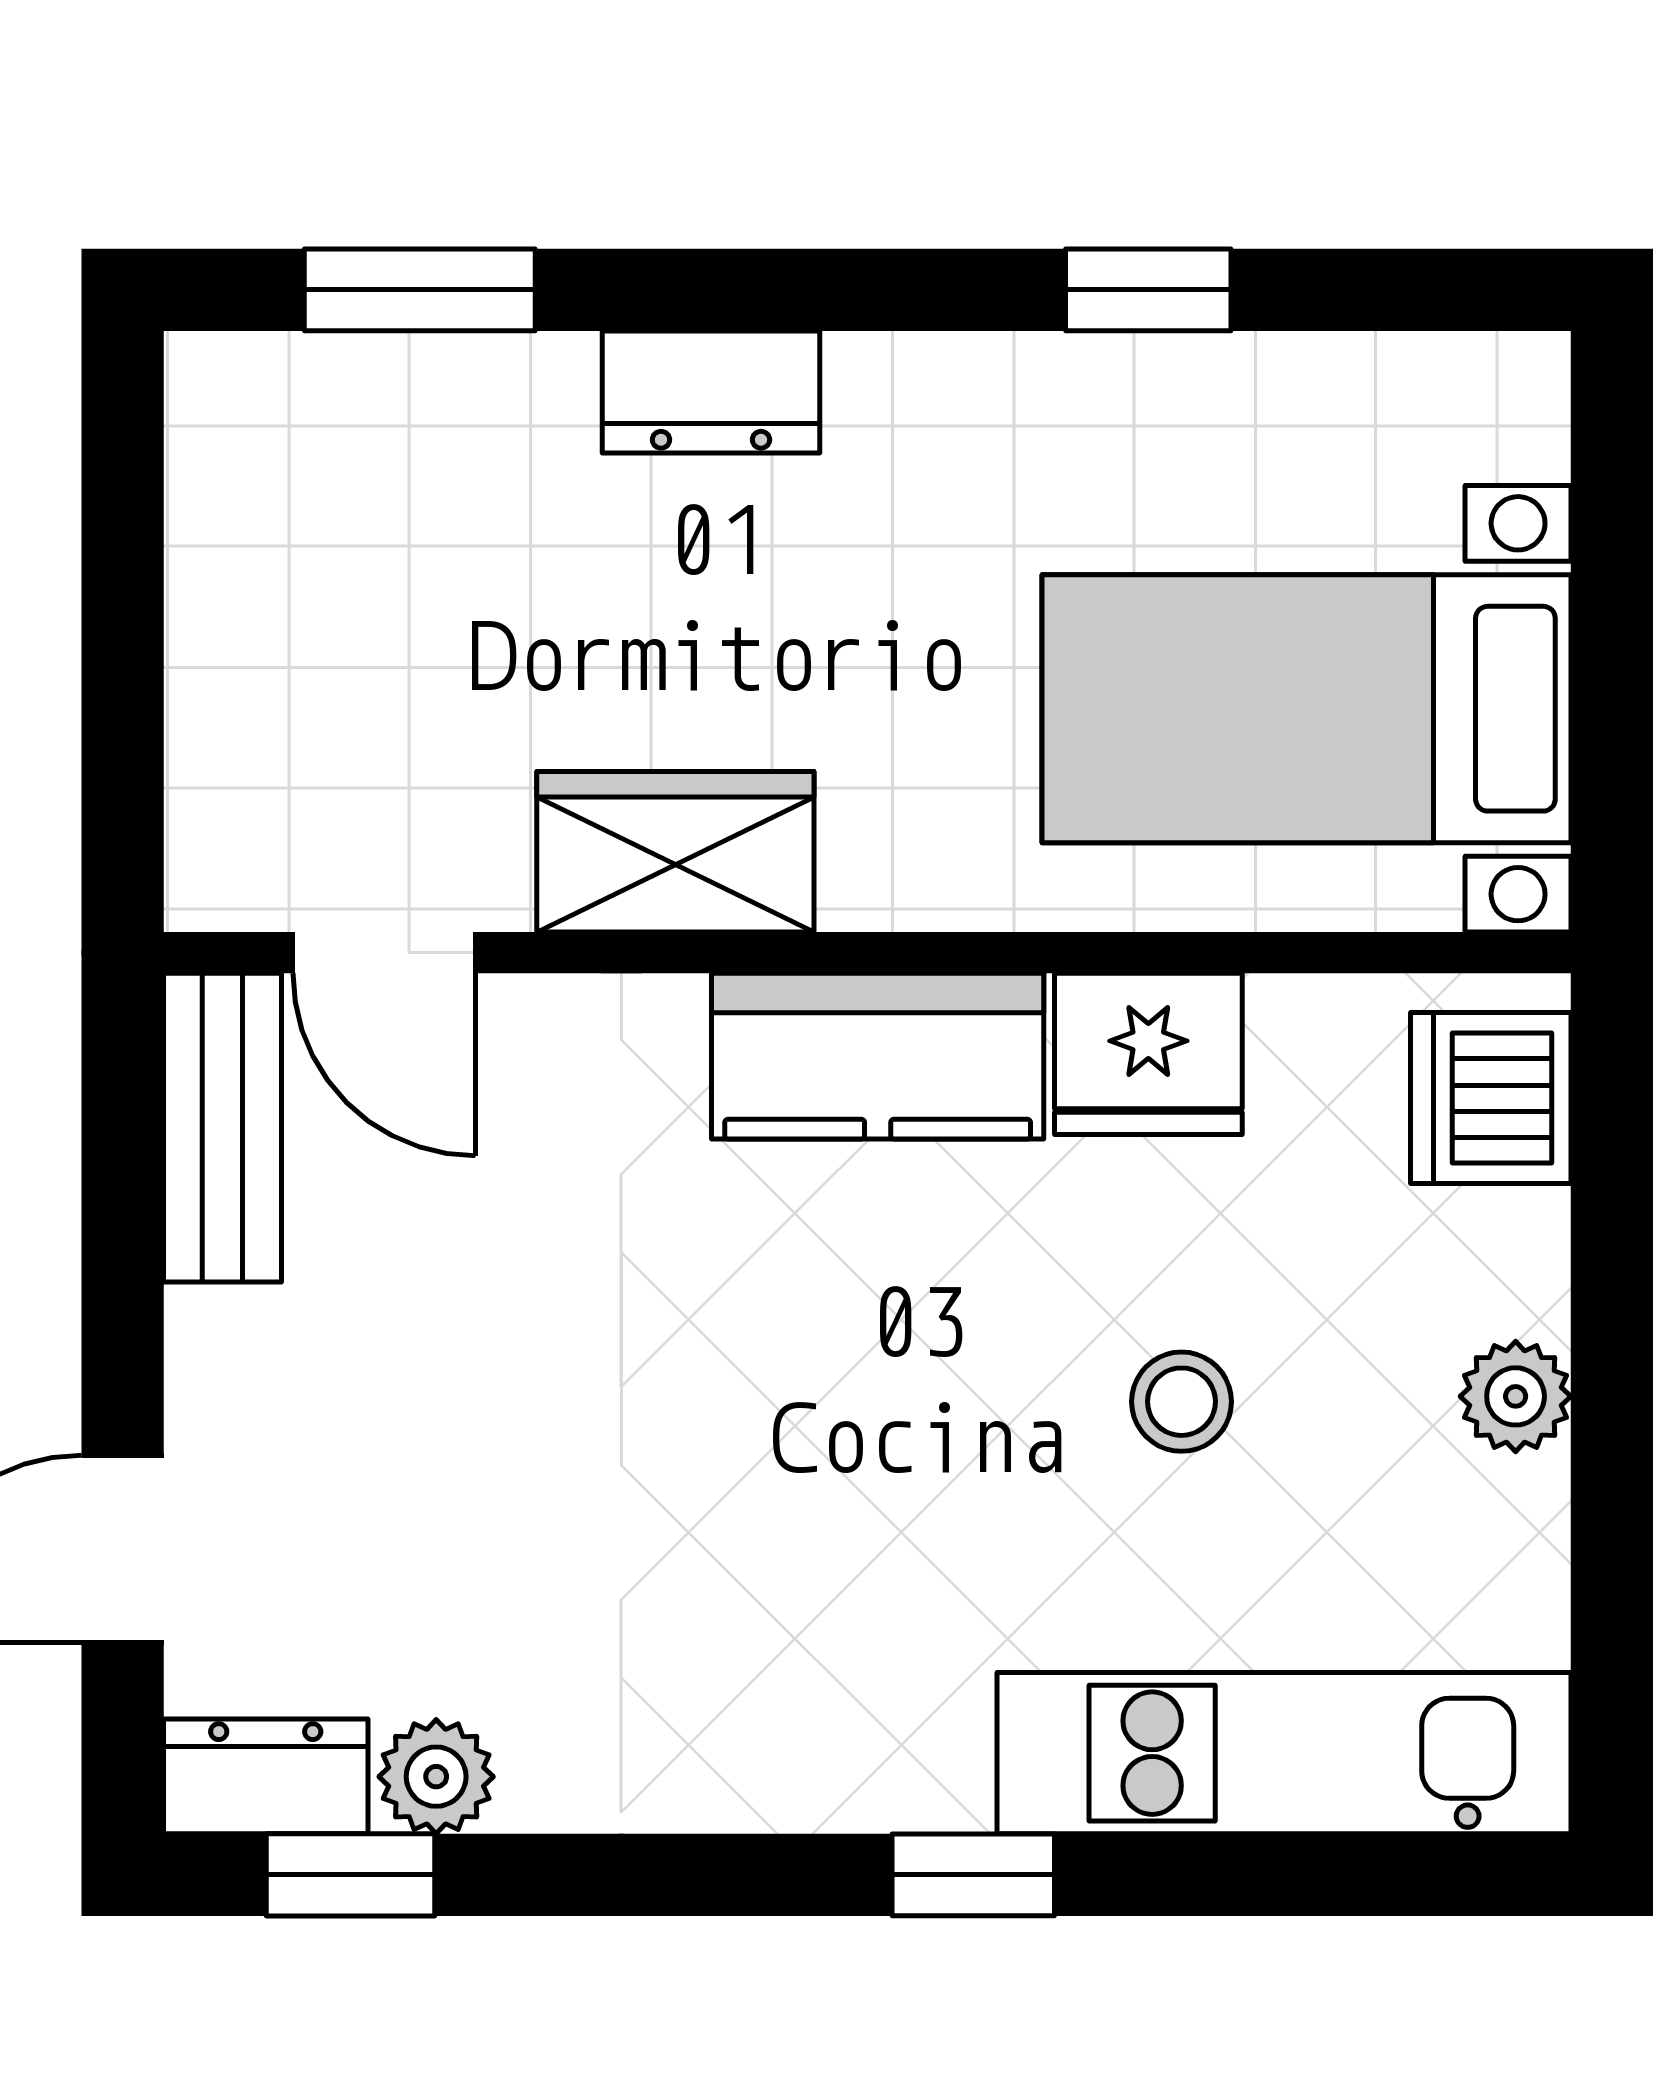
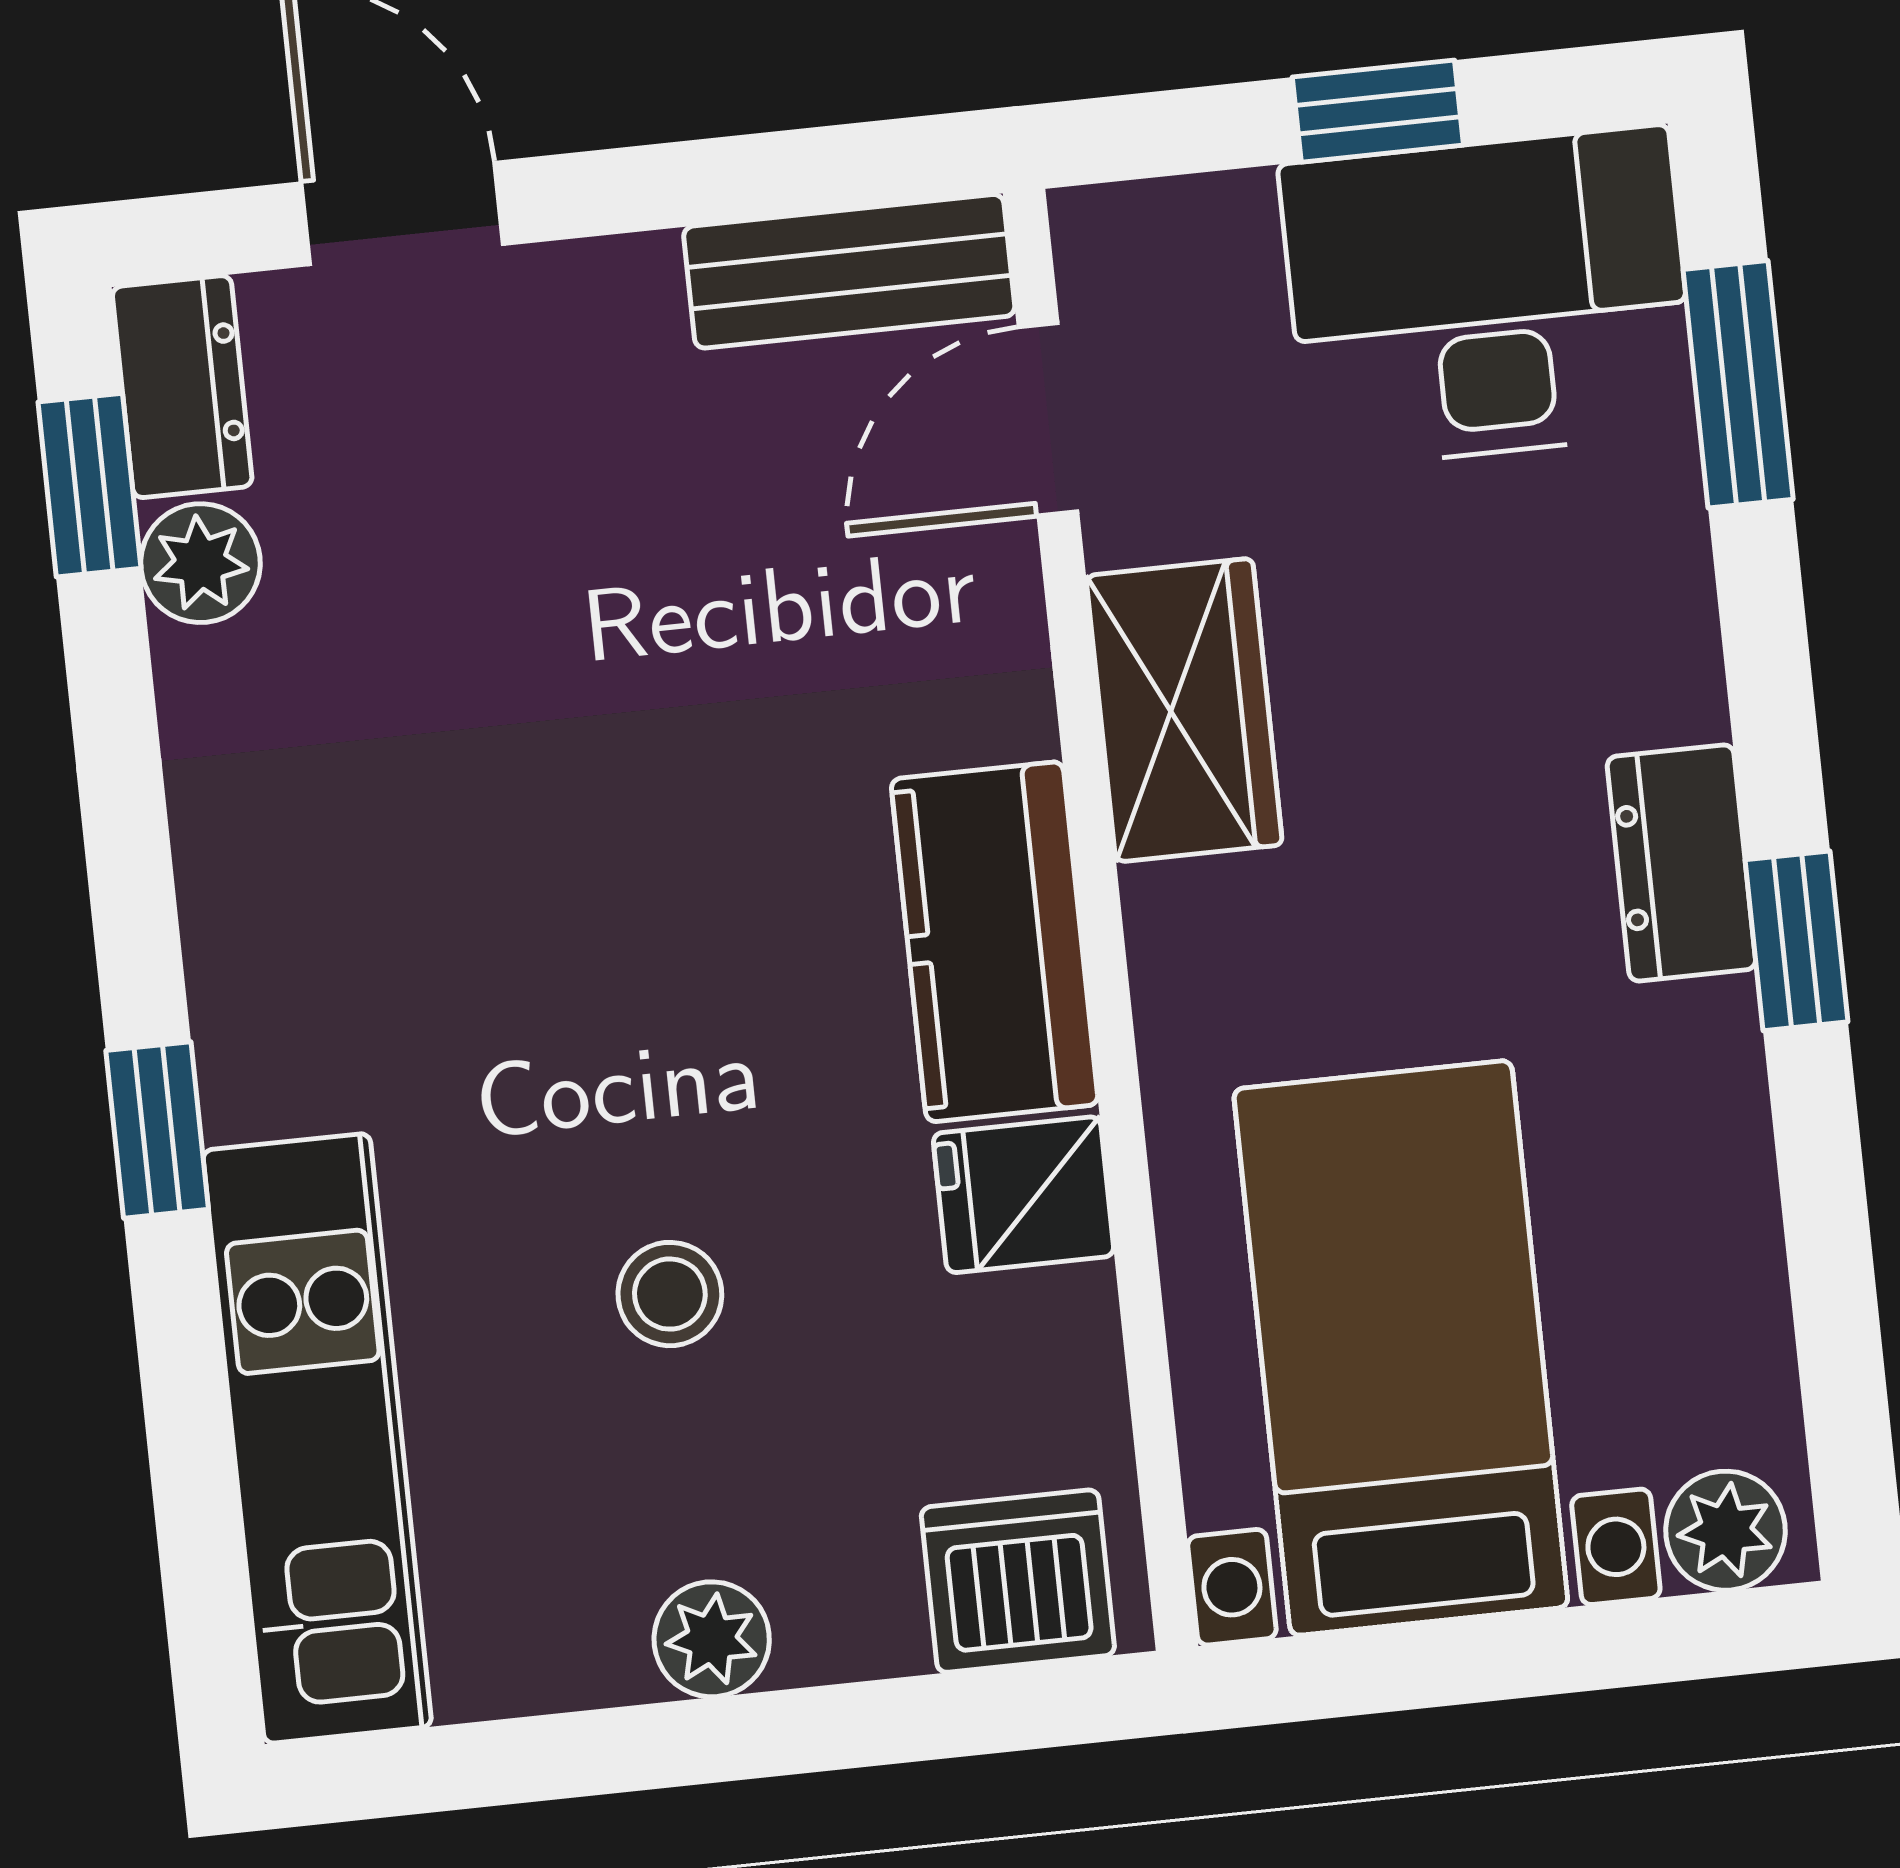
window: (1148, 290) -> (1797, 941), moved
dresser: (711, 392) -> (1681, 863), moved
plant: (1514, 417) -> (1725, 1531), added
desk: (312, 520) -> (1488, 298), added
window: (123, 607) -> (1378, 111), added
fridge: (1148, 1054) -> (1024, 1195), width x0.72

